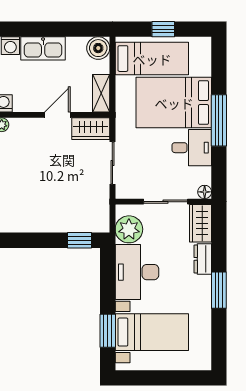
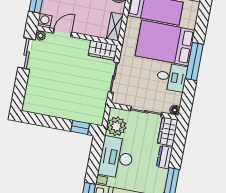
door: (57, 115) -> (62, 33), moved

